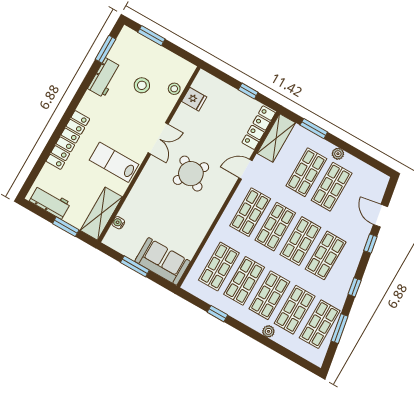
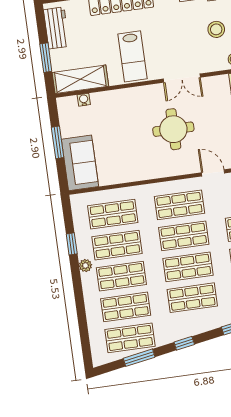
lab bench: (114, 162) -> (132, 56), turned 180
round table: (191, 174) -> (173, 129), turned -34
plant: (268, 331) -> (85, 266), moved

